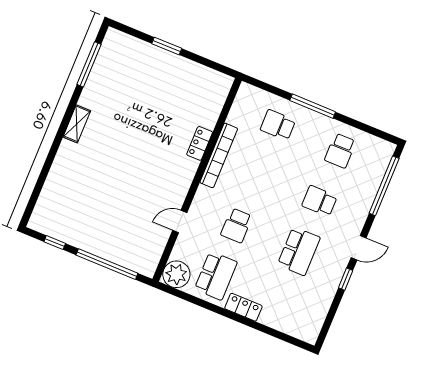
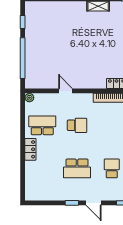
school desk: (236, 225) -> (77, 125), turned 180
plant: (176, 274) -> (29, 98), width x0.53, depth x0.53
school desk: (216, 276) -> (42, 125), turned 180

